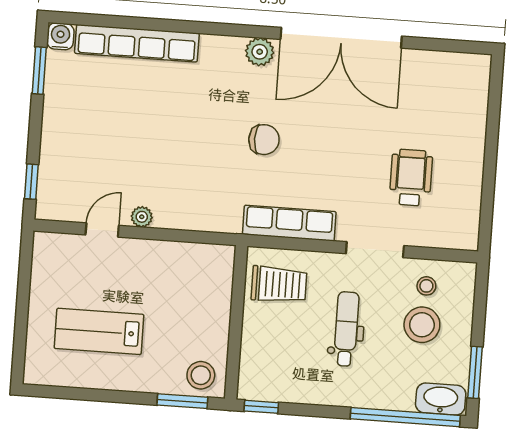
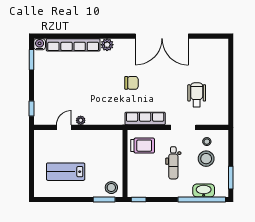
plant: (260, 52) -> (107, 45), moved
dental chair: (346, 329) -> (173, 163), turned 180
washbasin: (441, 399) -> (204, 190), moved

